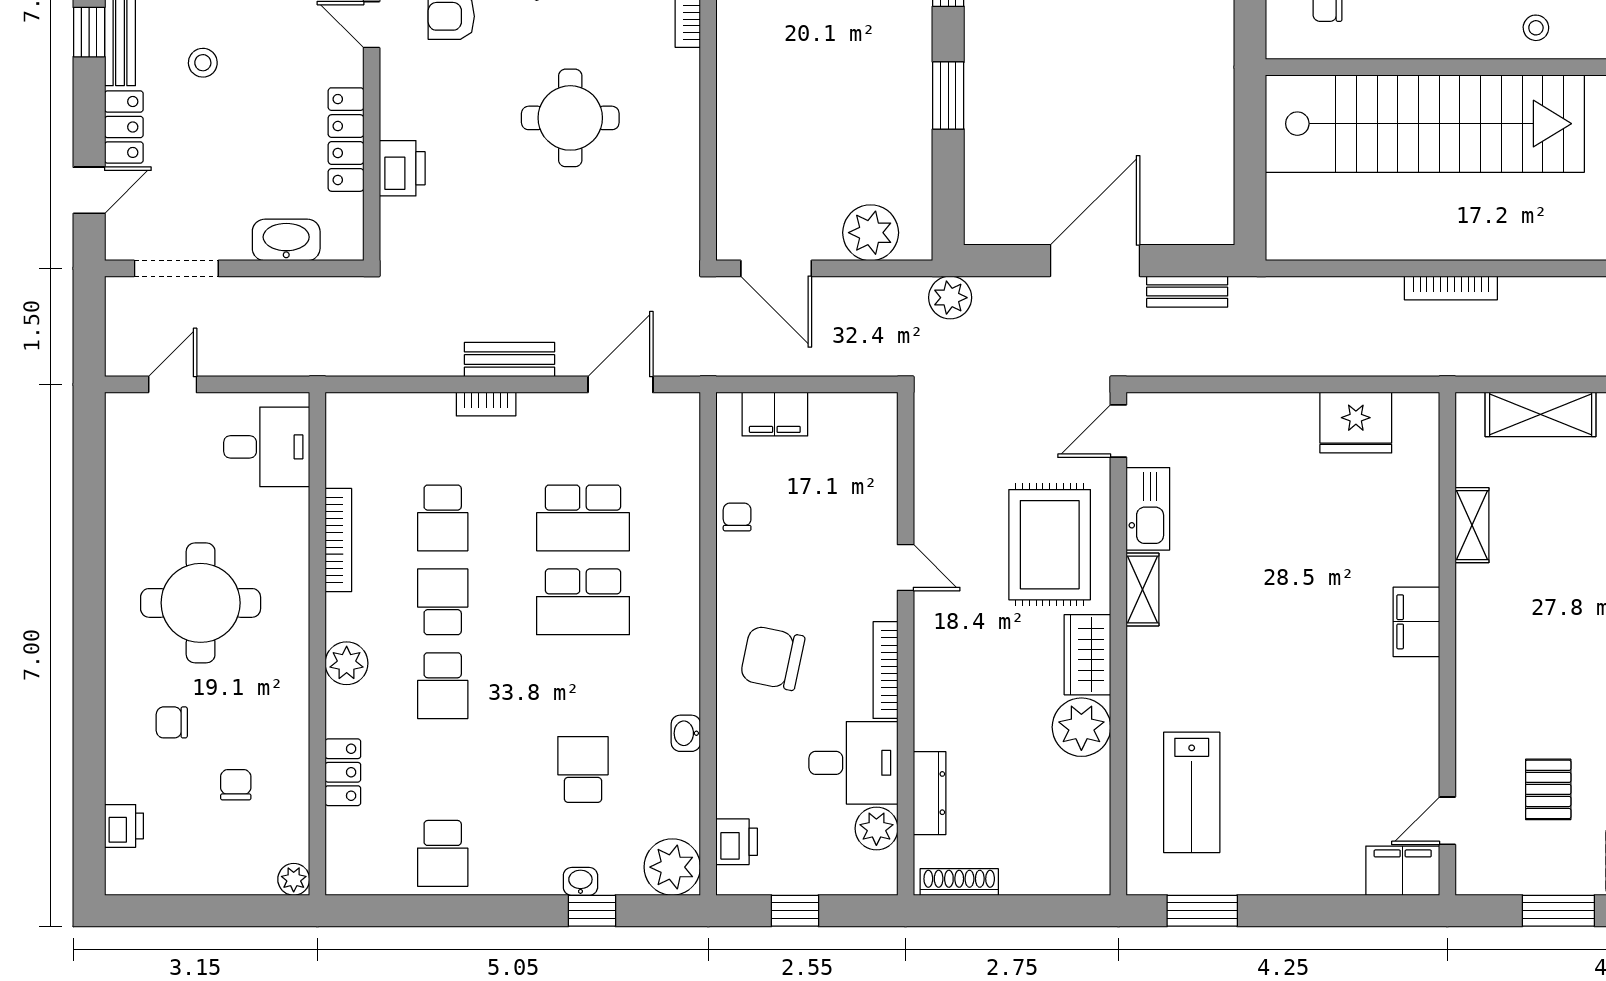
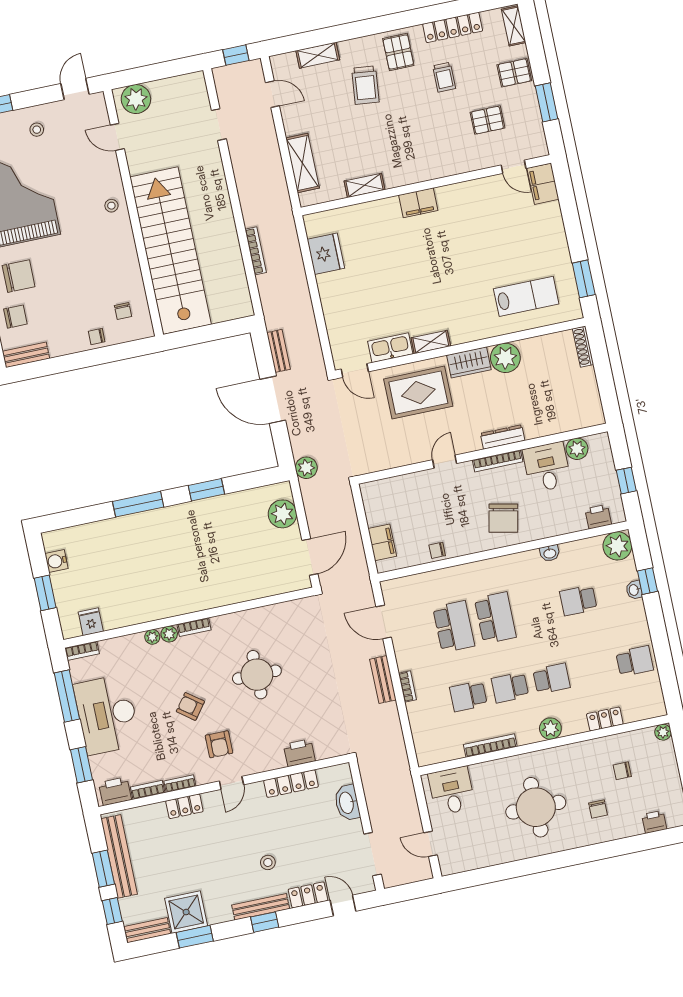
bookcase: (1451, 288) -> (256, 251), moved
school desk: (443, 518) -> (468, 696), turned 180
dresser: (930, 793) -> (503, 437), moved
shoe rack: (959, 882) -> (583, 347), moved

